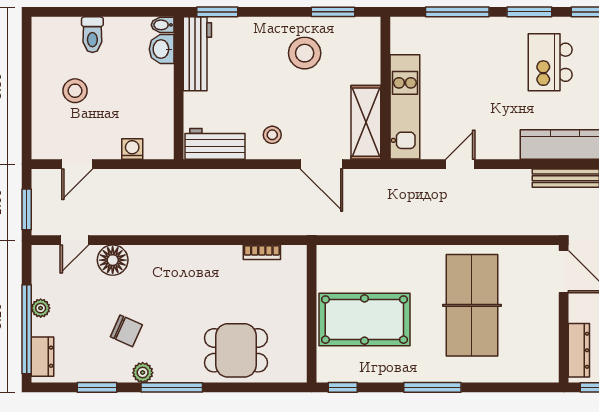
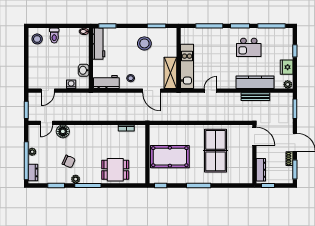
washbasin: (162, 49) -> (84, 70), moved
kitchen island: (550, 62) -> (249, 47), turned -90
stool: (75, 91) -> (37, 39), moved

